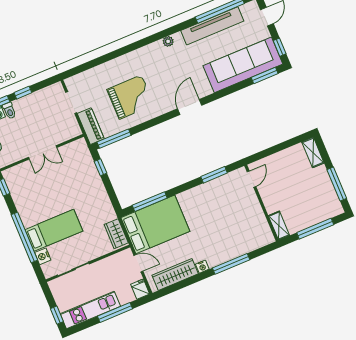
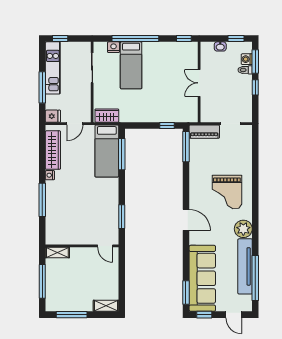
plant: (168, 41) -> (243, 229), width x1.87, depth x1.87
grand piano: (130, 97) -> (227, 192), moved
bed: (155, 224) -> (107, 151), width x0.67

